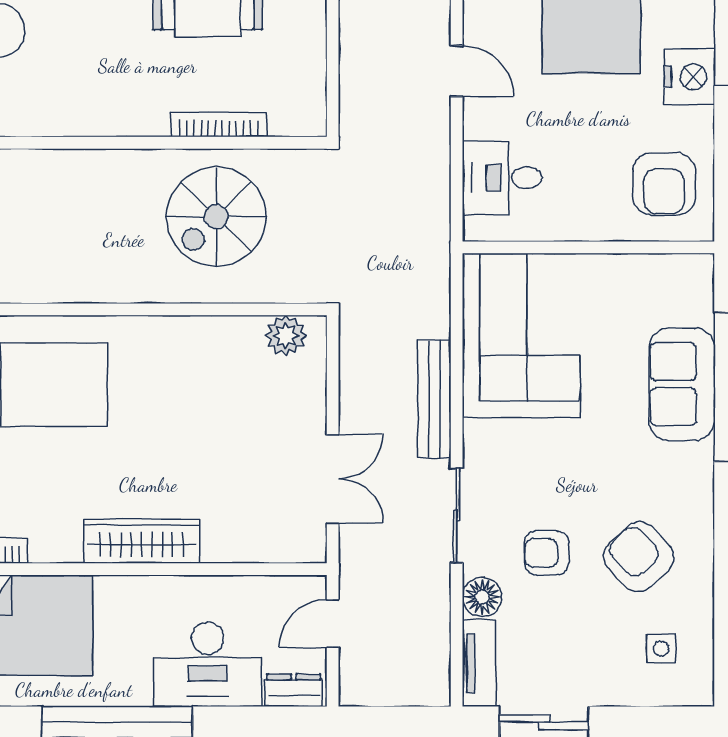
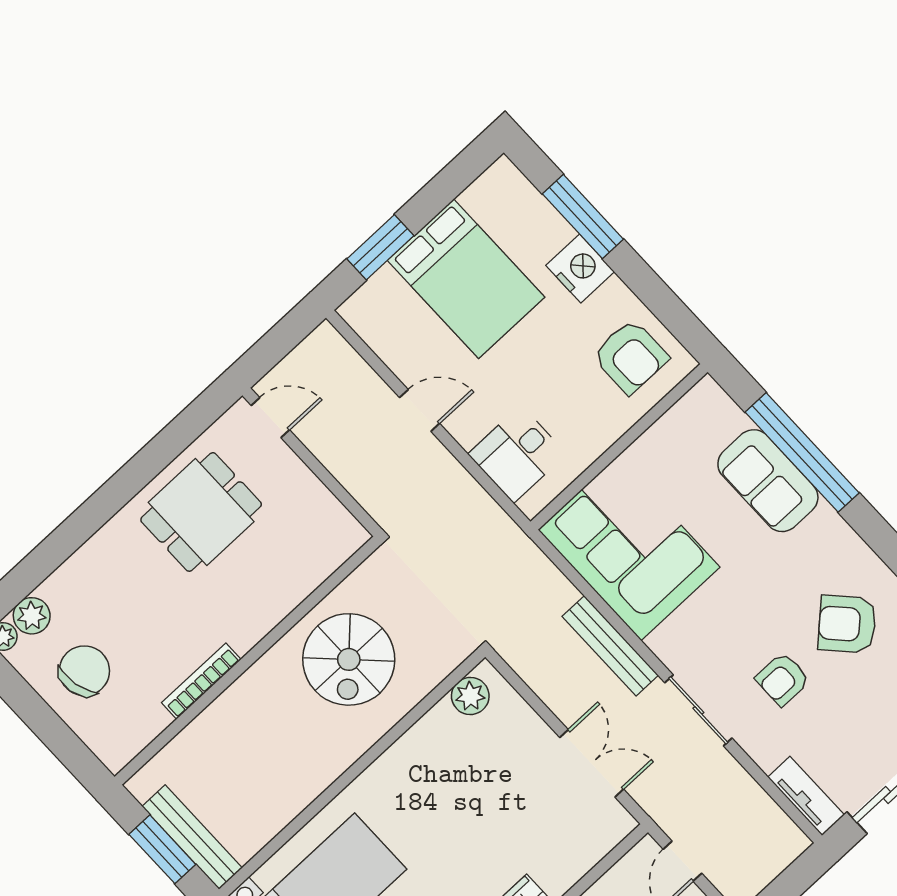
bookcase: (219, 125) -> (201, 681), moved
floor lamp: (482, 597) -> (767, 749), removed

